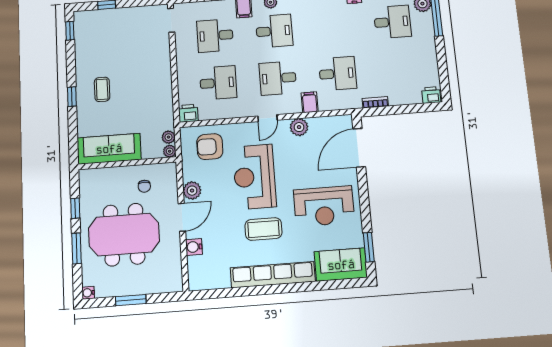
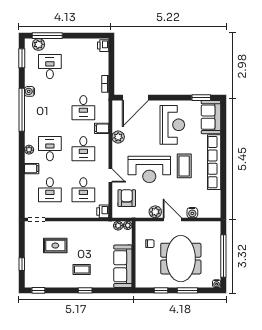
rug: (135, 49) -> (55, 246), added
desk: (338, 74) -> (83, 108), turned 180
desk: (218, 83) -> (83, 190), turned 180
door: (268, 118) -> (110, 175), moved
armchair: (210, 147) -> (127, 198), turned 180
door: (359, 148) -> (135, 98), hinge flipped
window: (131, 300) -> (223, 256), width x2.11

